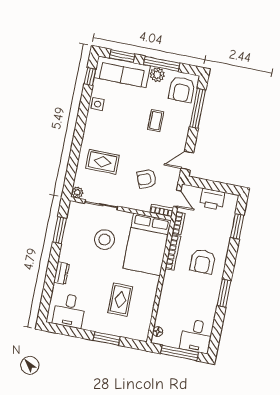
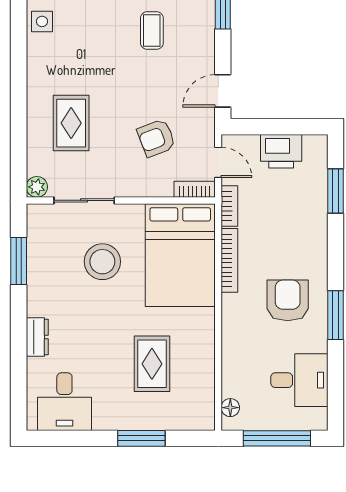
rug: (103, 162) -> (71, 123), turned 90
armchair: (203, 261) -> (288, 300), moved, turned 180
desk: (196, 336) -> (299, 380), moved, turned -90

